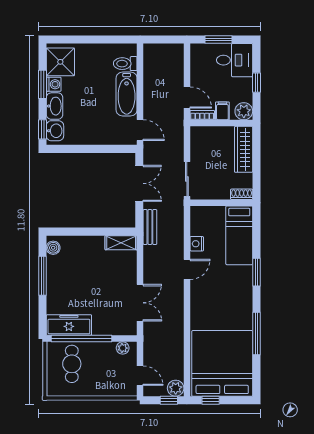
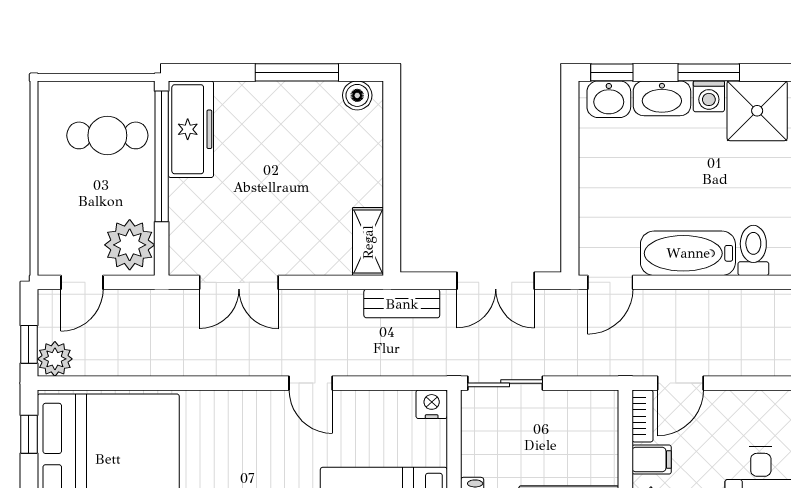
nightstand: (197, 244) -> (432, 404), moved
plant: (123, 348) -> (130, 245), width x1.88, depth x1.88

